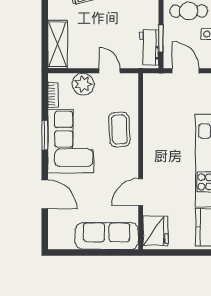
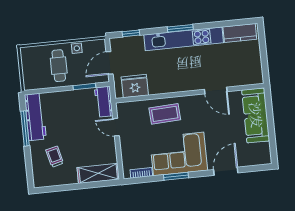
workbench: (149, 47) -> (104, 102), moved, turned 90
door: (110, 71) -> (116, 127), hinge flipped
plant: (83, 84) -> (129, 148), removed
fridge: (156, 231) -> (135, 86), moved

